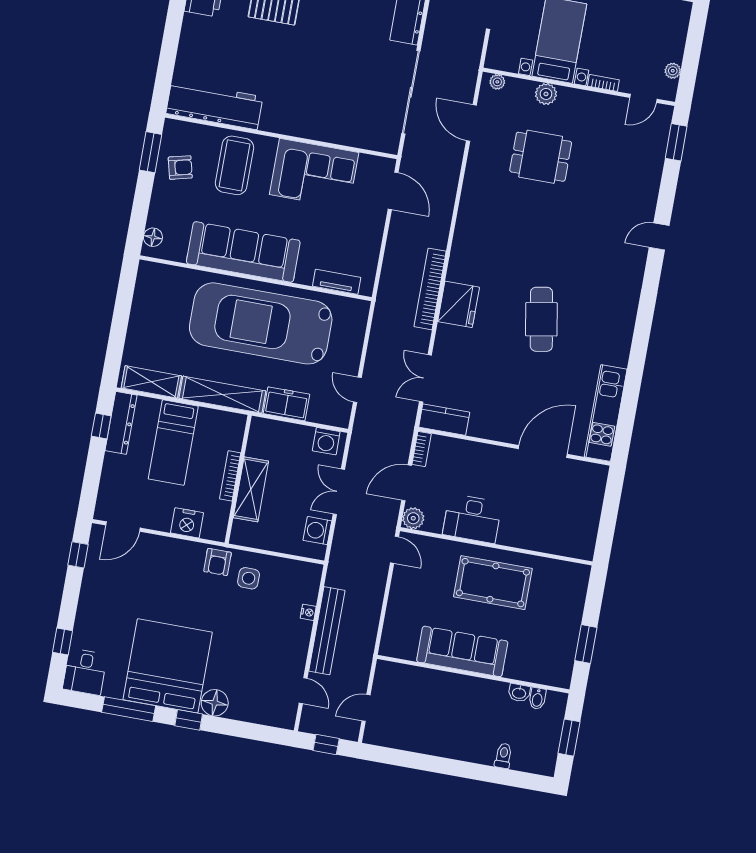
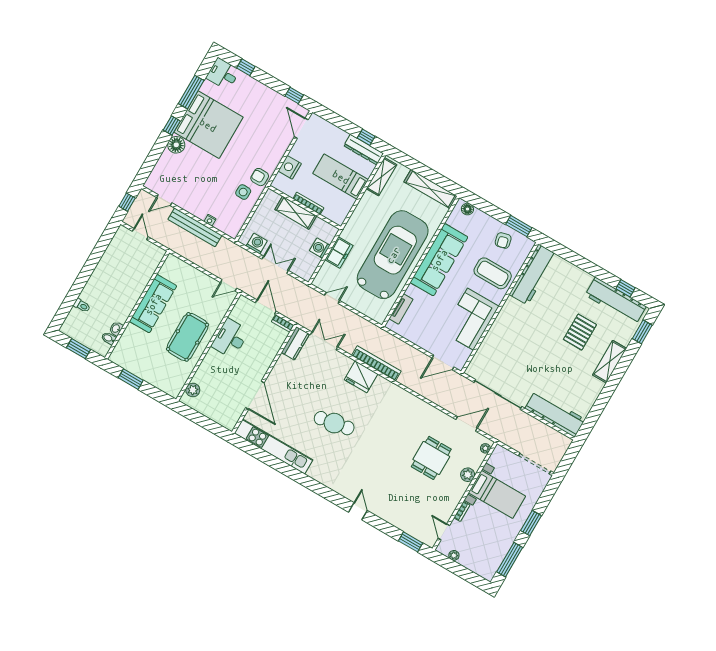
shelving: (222, 395) -> (430, 189), moved, turned 90
kitchen unit: (606, 413) -> (274, 447), width x1.36
washing machine: (326, 441) -> (320, 248), moved
plant: (413, 518) -> (193, 390), moved

